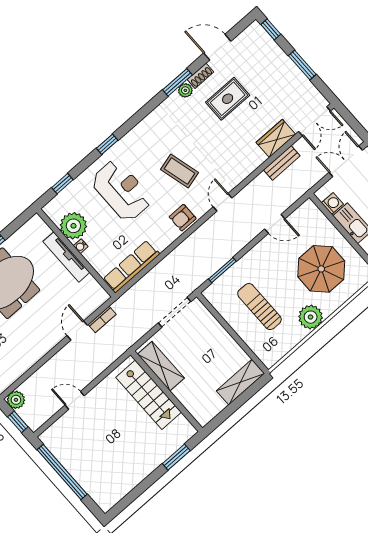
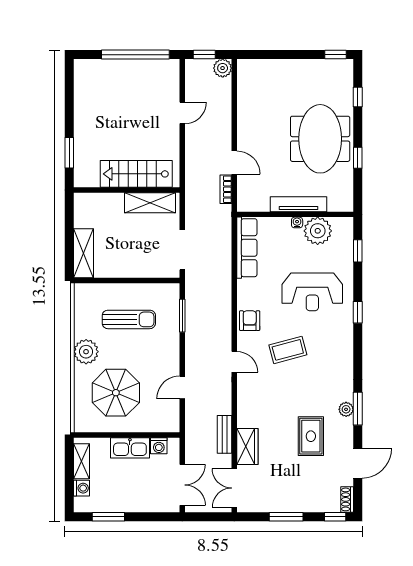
shoe rack: (200, 76) -> (347, 499), moved

